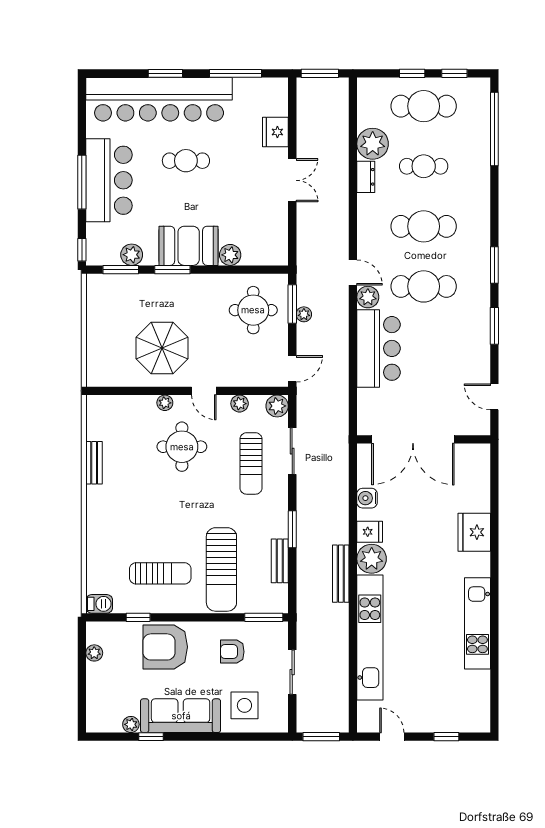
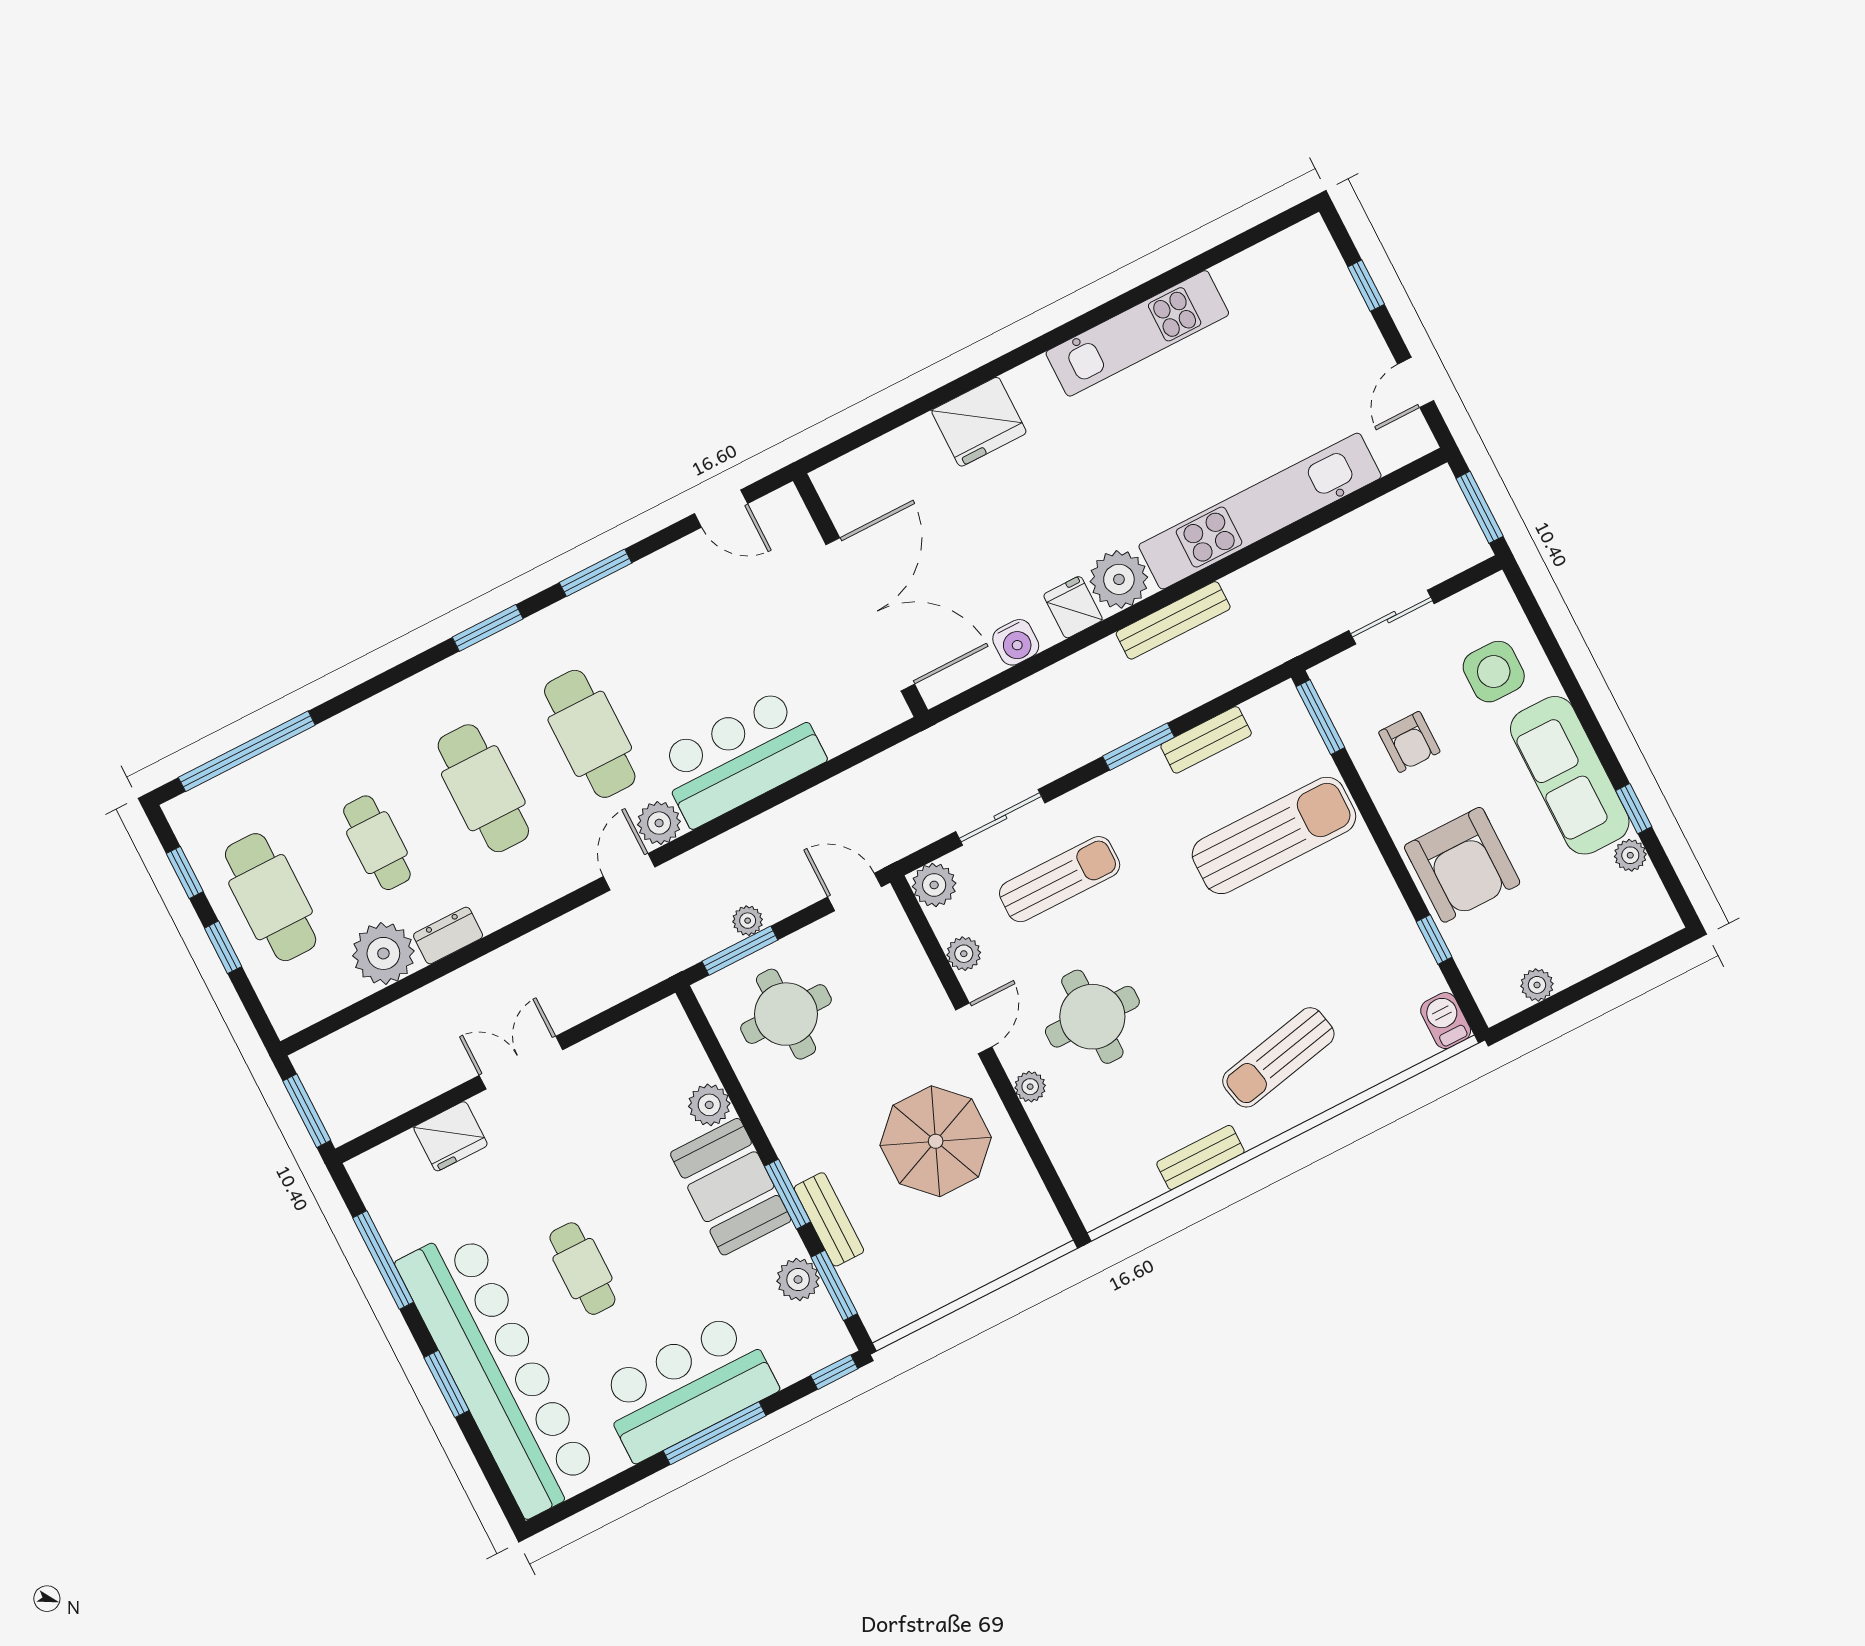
bench: (151, 282) -> (829, 1219), added
door: (494, 397) -> (721, 509), hinge flipped
sun lounger: (160, 573) -> (1278, 1057), moved, turned -102

